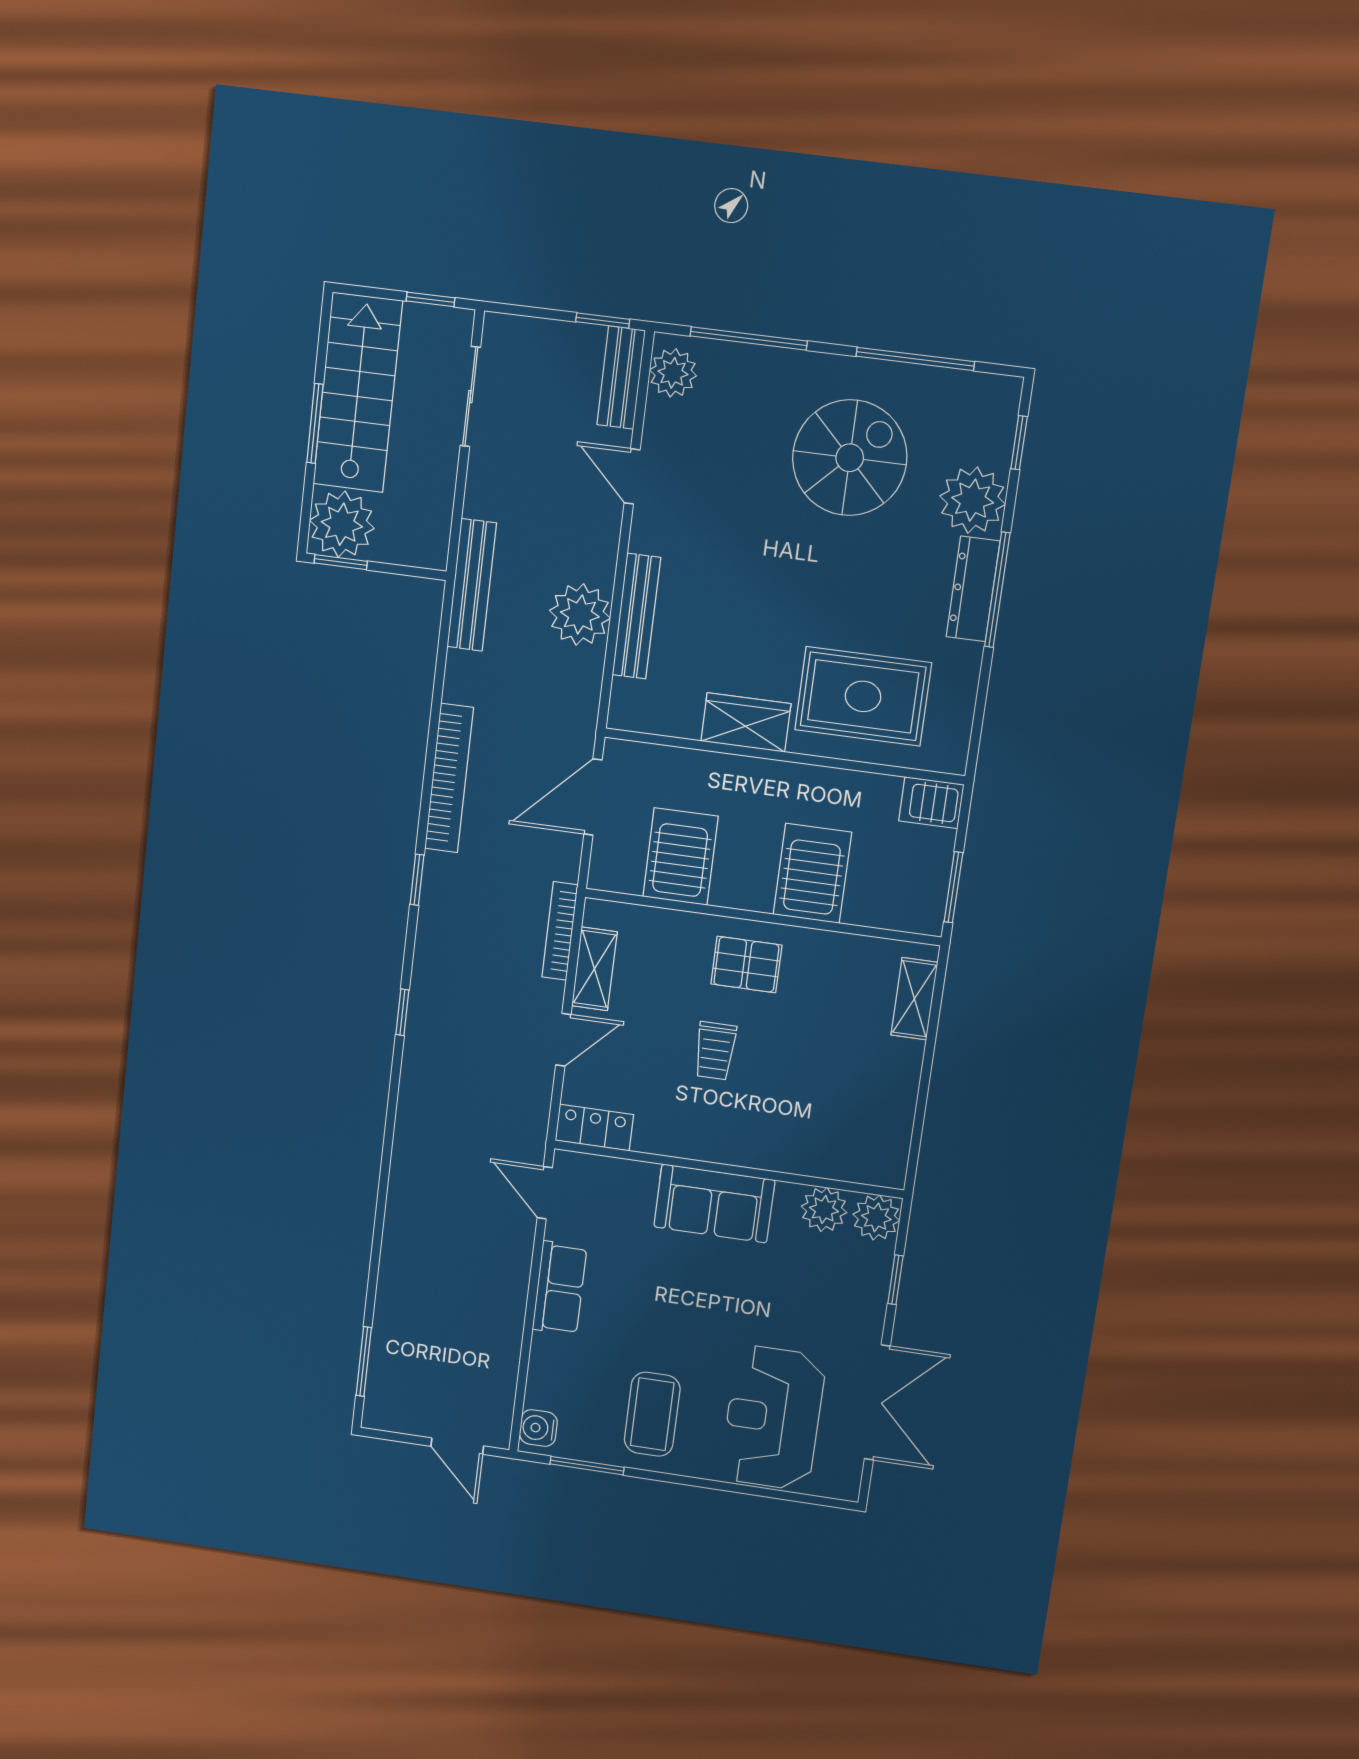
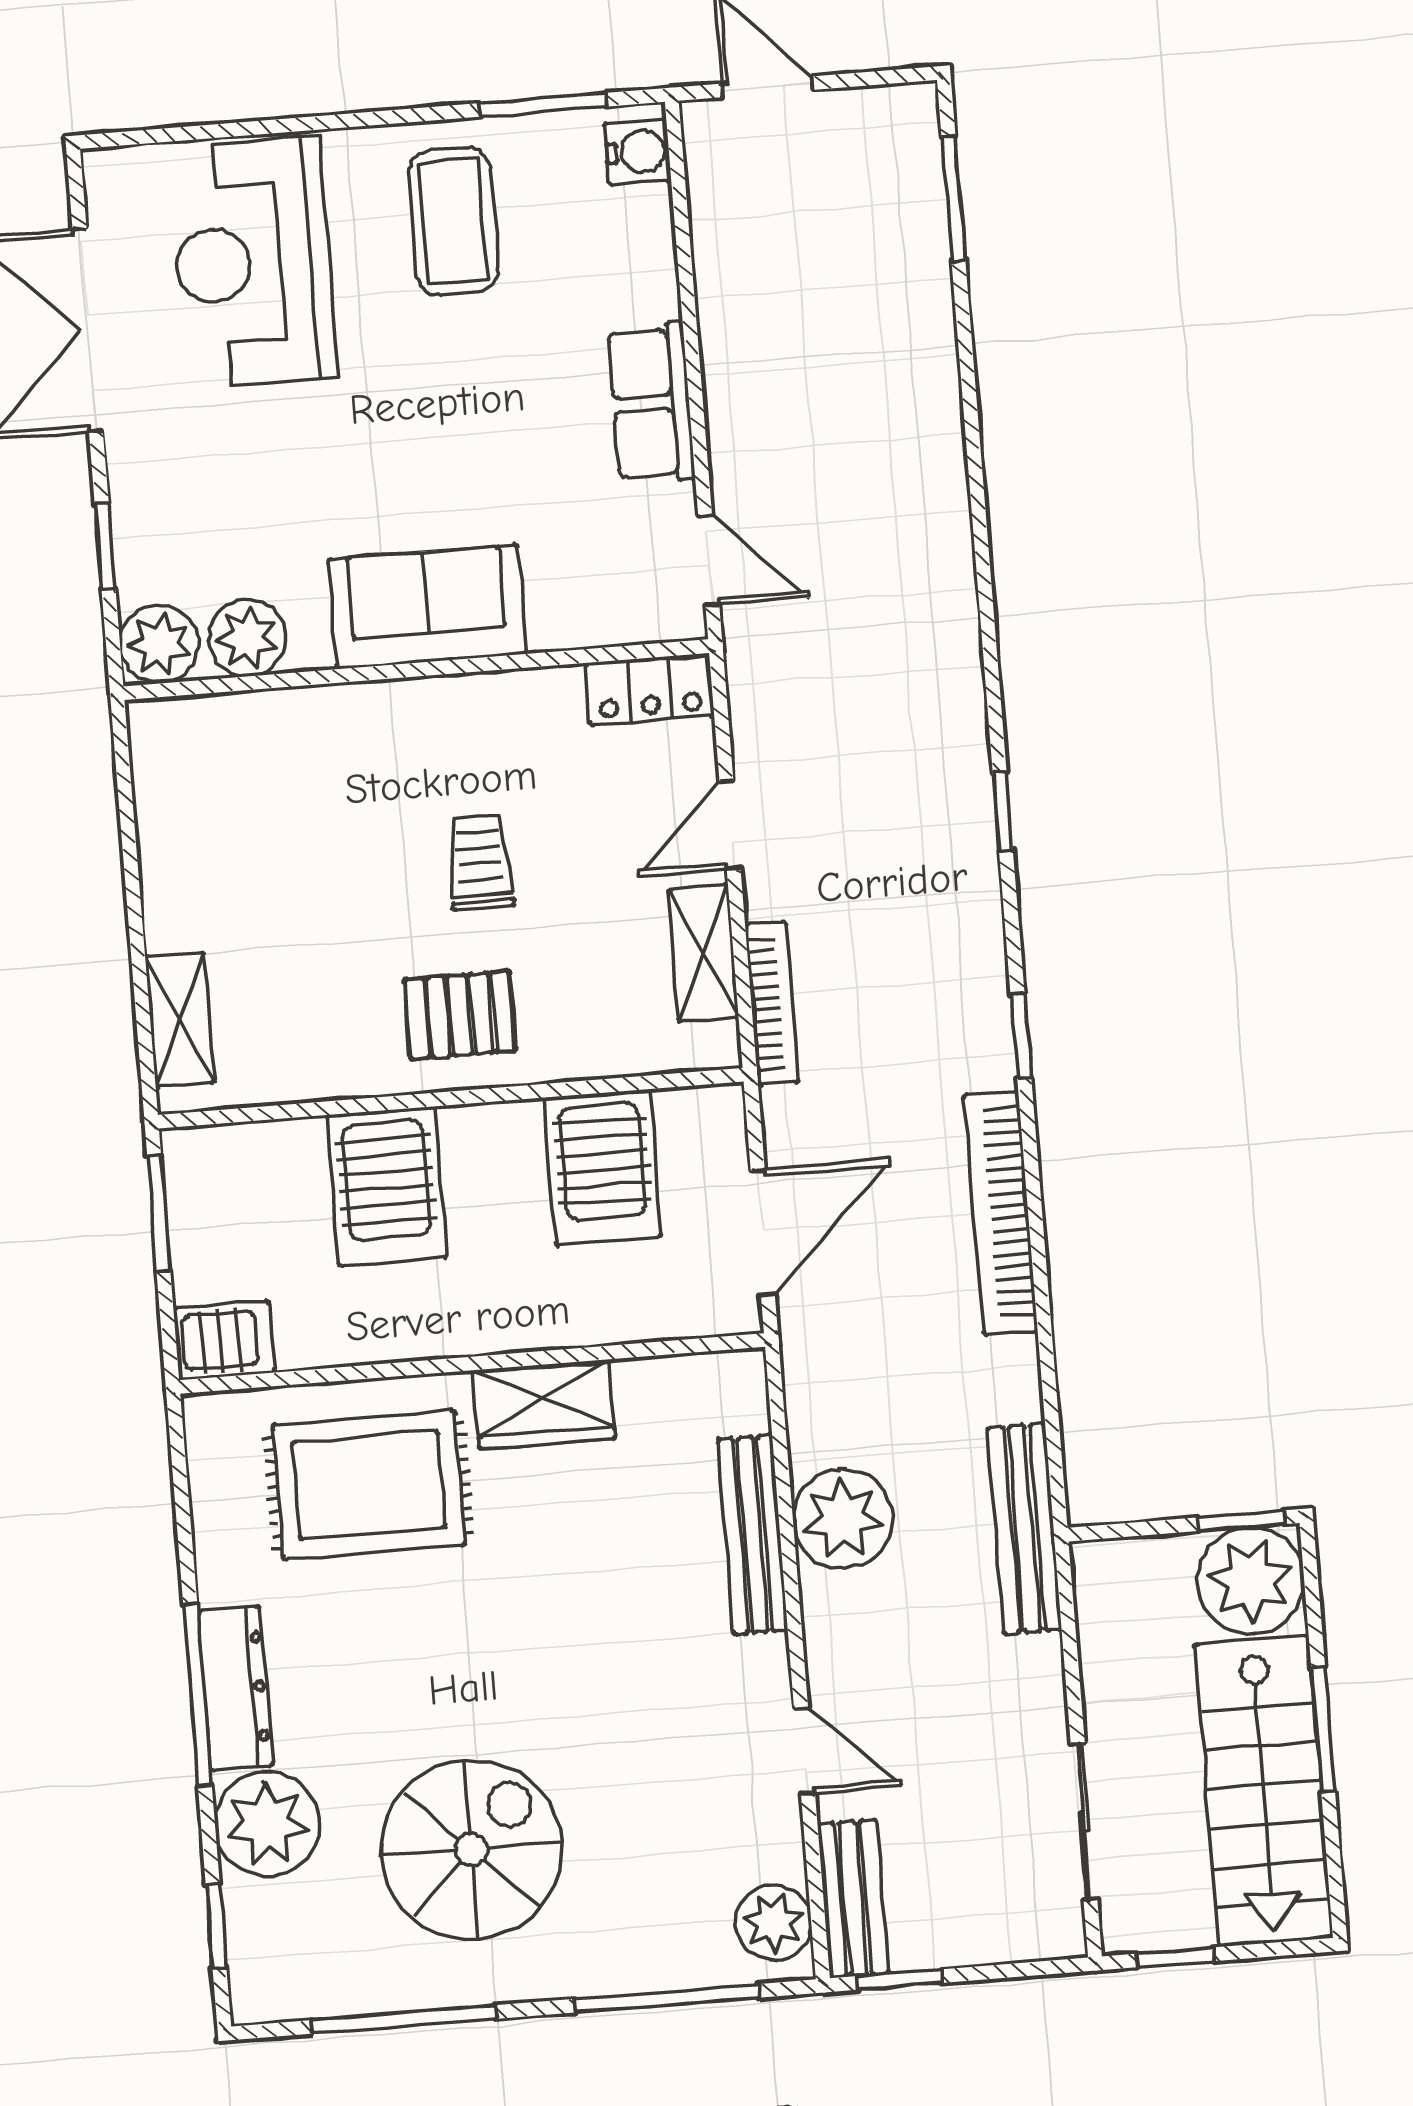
spiral stairs: (850, 458) -> (471, 1849), turned 180
reception desk: (773, 1418) -> (253, 263), turned 180

